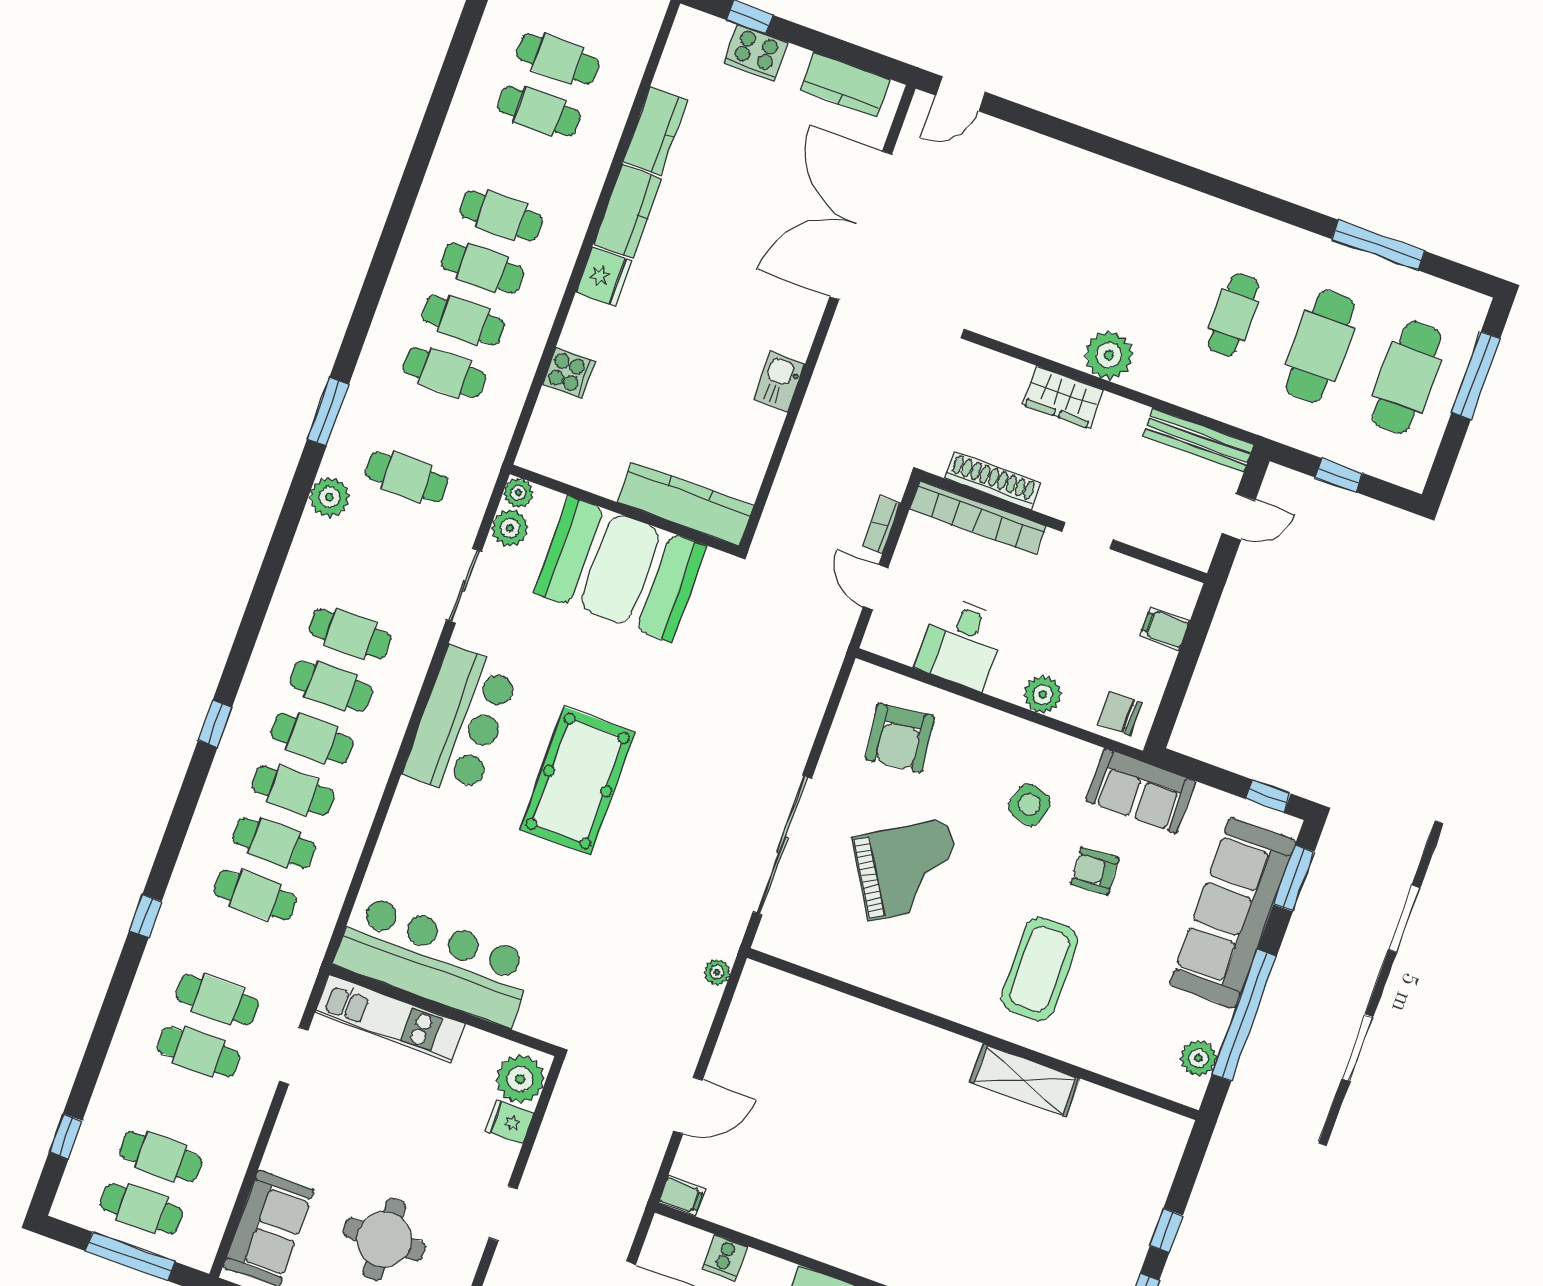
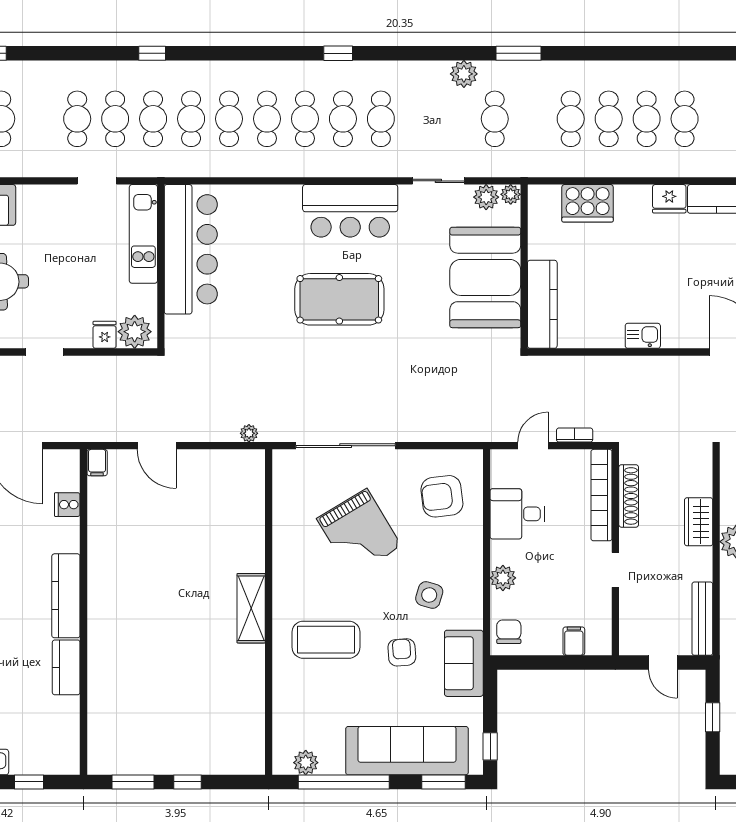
cooker: (569, 373) -> (588, 203), width x1.87, depth x1.31
window: (215, 724) -> (338, 53), moved
cafe table: (236, 947) -> (153, 119), added
shelving: (1025, 1080) -> (251, 608), moved

